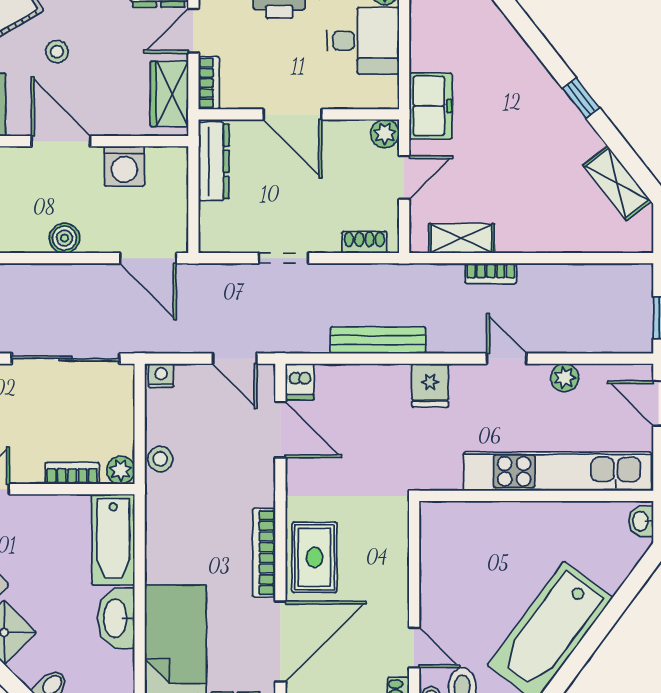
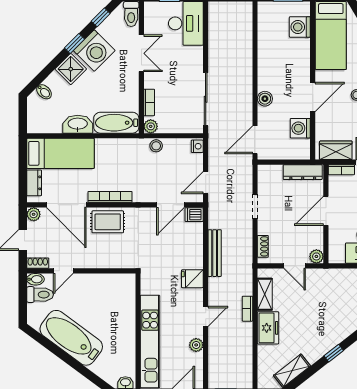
freezer: (431, 106) -> (268, 328), moved, turned -90

